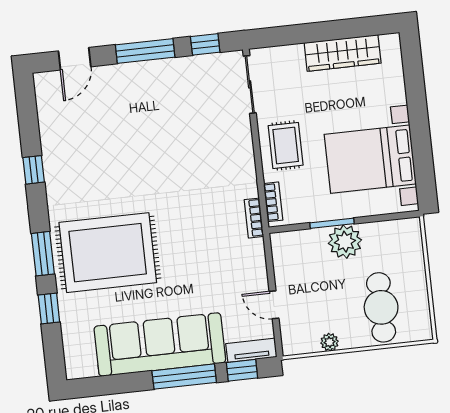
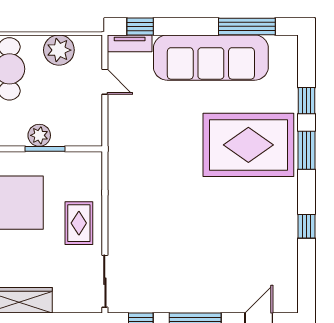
bookcase: (273, 202) -> (95, 174), removed
bookcase: (254, 218) -> (114, 161), removed
plant: (345, 242) -> (39, 135), width x0.73, depth x0.73
plant: (329, 342) -> (59, 50), width x1.87, depth x1.87
window: (184, 377) -> (247, 26), moved

